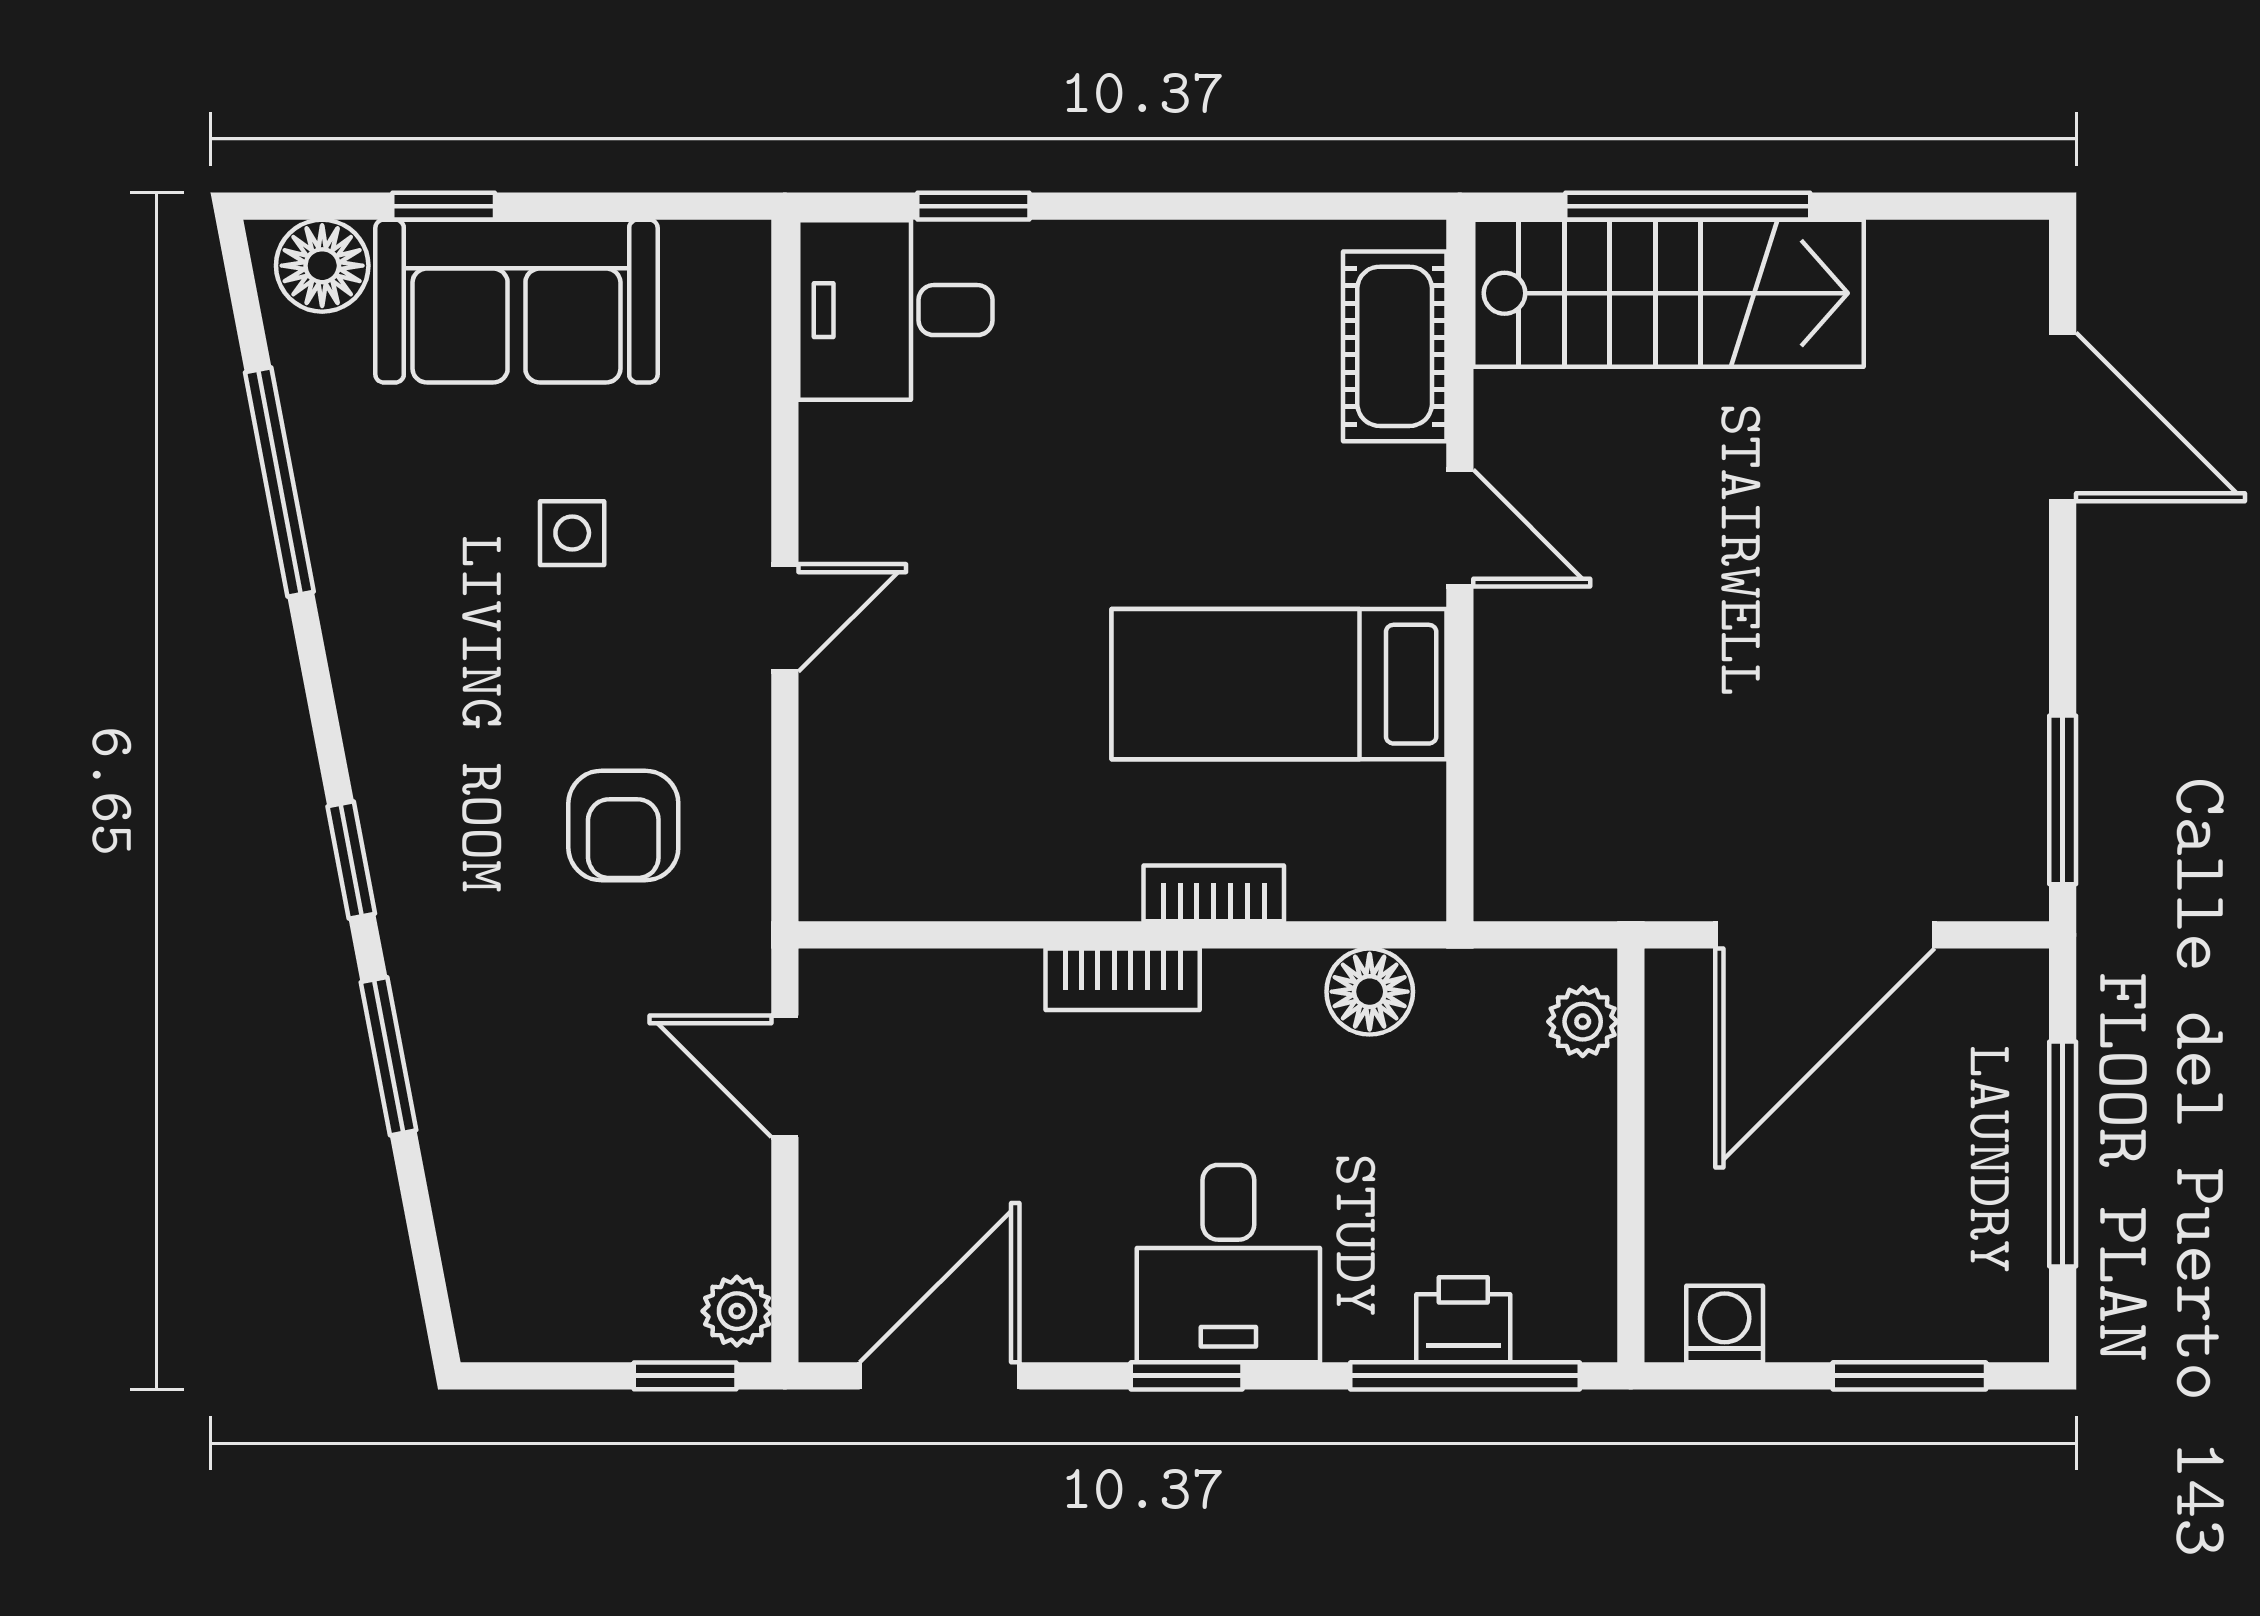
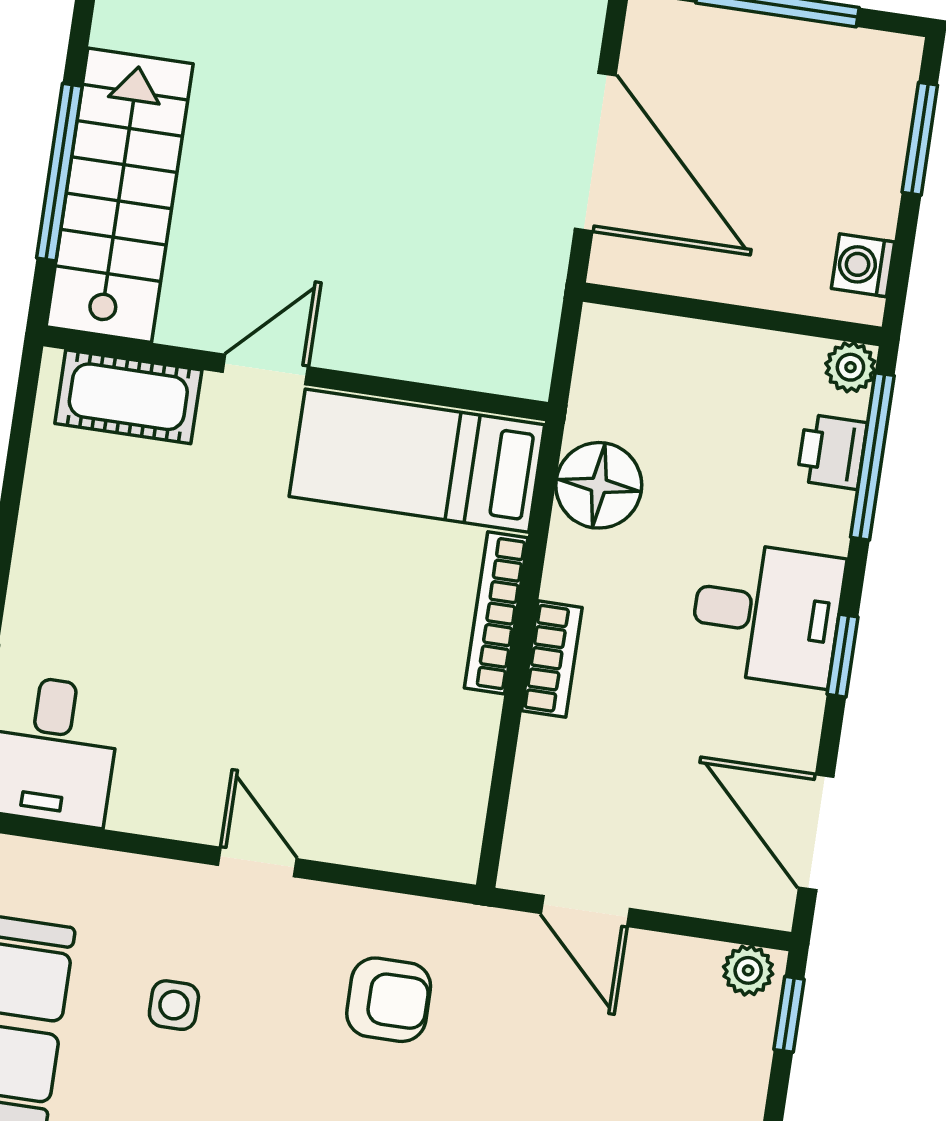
bed: (1279, 684) -> (417, 461), moved, turned 90
bookcase: (1214, 893) -> (496, 613), width x1.56
floor lamp: (1370, 992) -> (599, 485), width x1.38, depth x1.38
plant: (1583, 1022) -> (850, 367), moved
door: (785, 1076) -> (585, 911), hinge flipped

